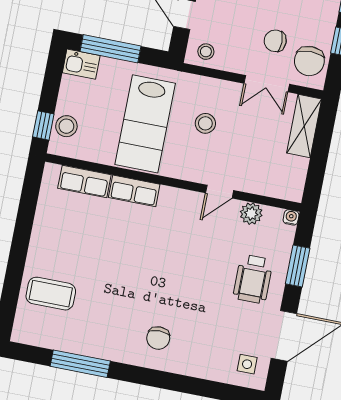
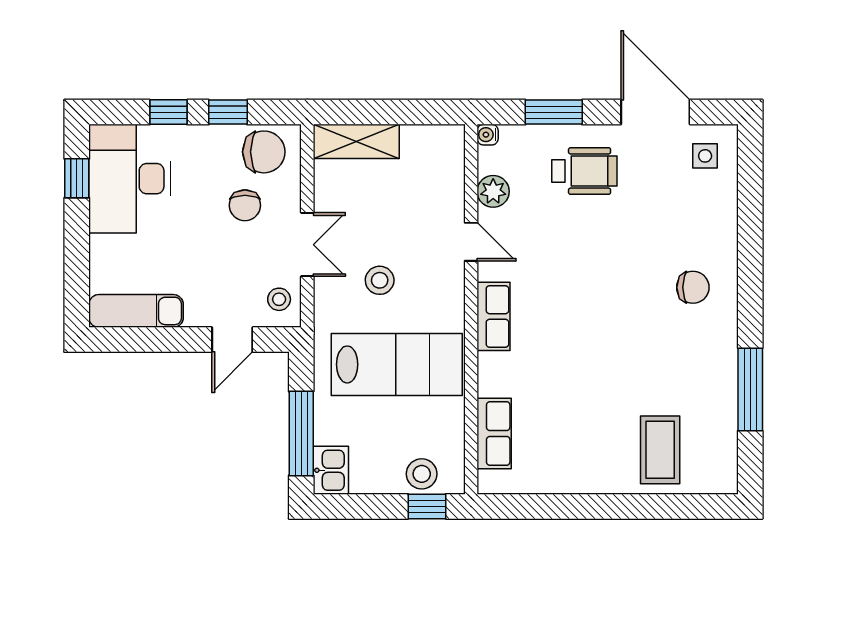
double door: (267, 84) -> (307, 245), moved
row of seats: (134, 191) -> (494, 316), moved

